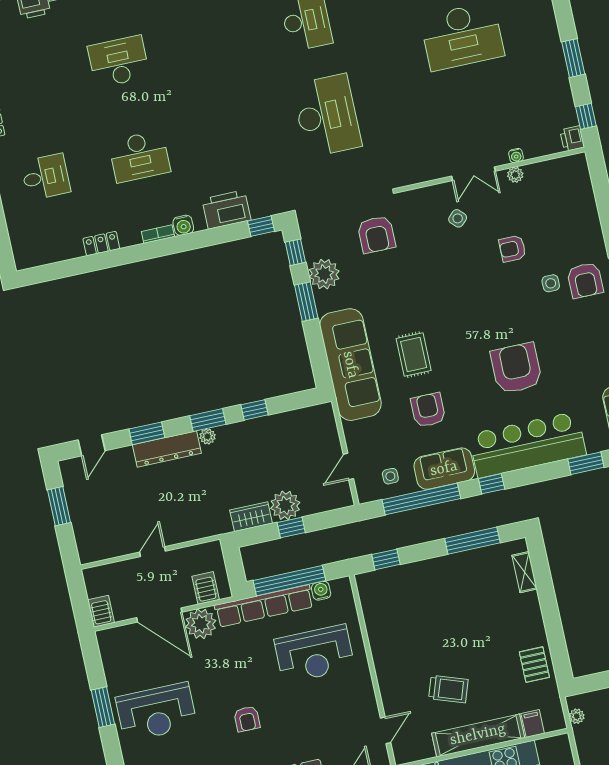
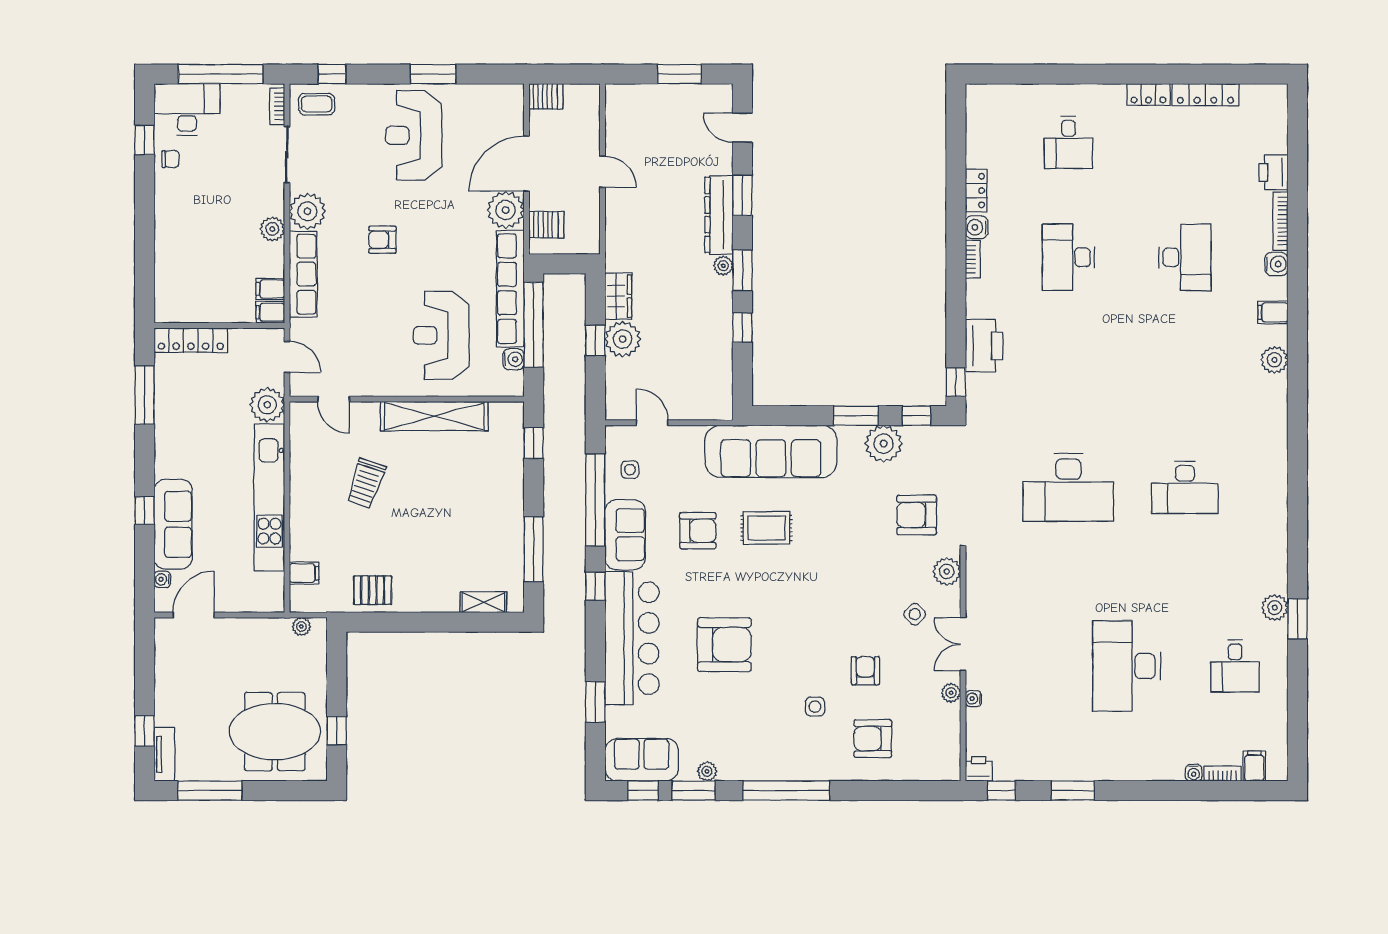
plant: (417, 200) -> (947, 571), added
water cooler: (183, 225) -> (977, 227), moved
armchair: (585, 280) -> (873, 739), moved
shelving: (478, 735) -> (434, 416), moved, turned 90

